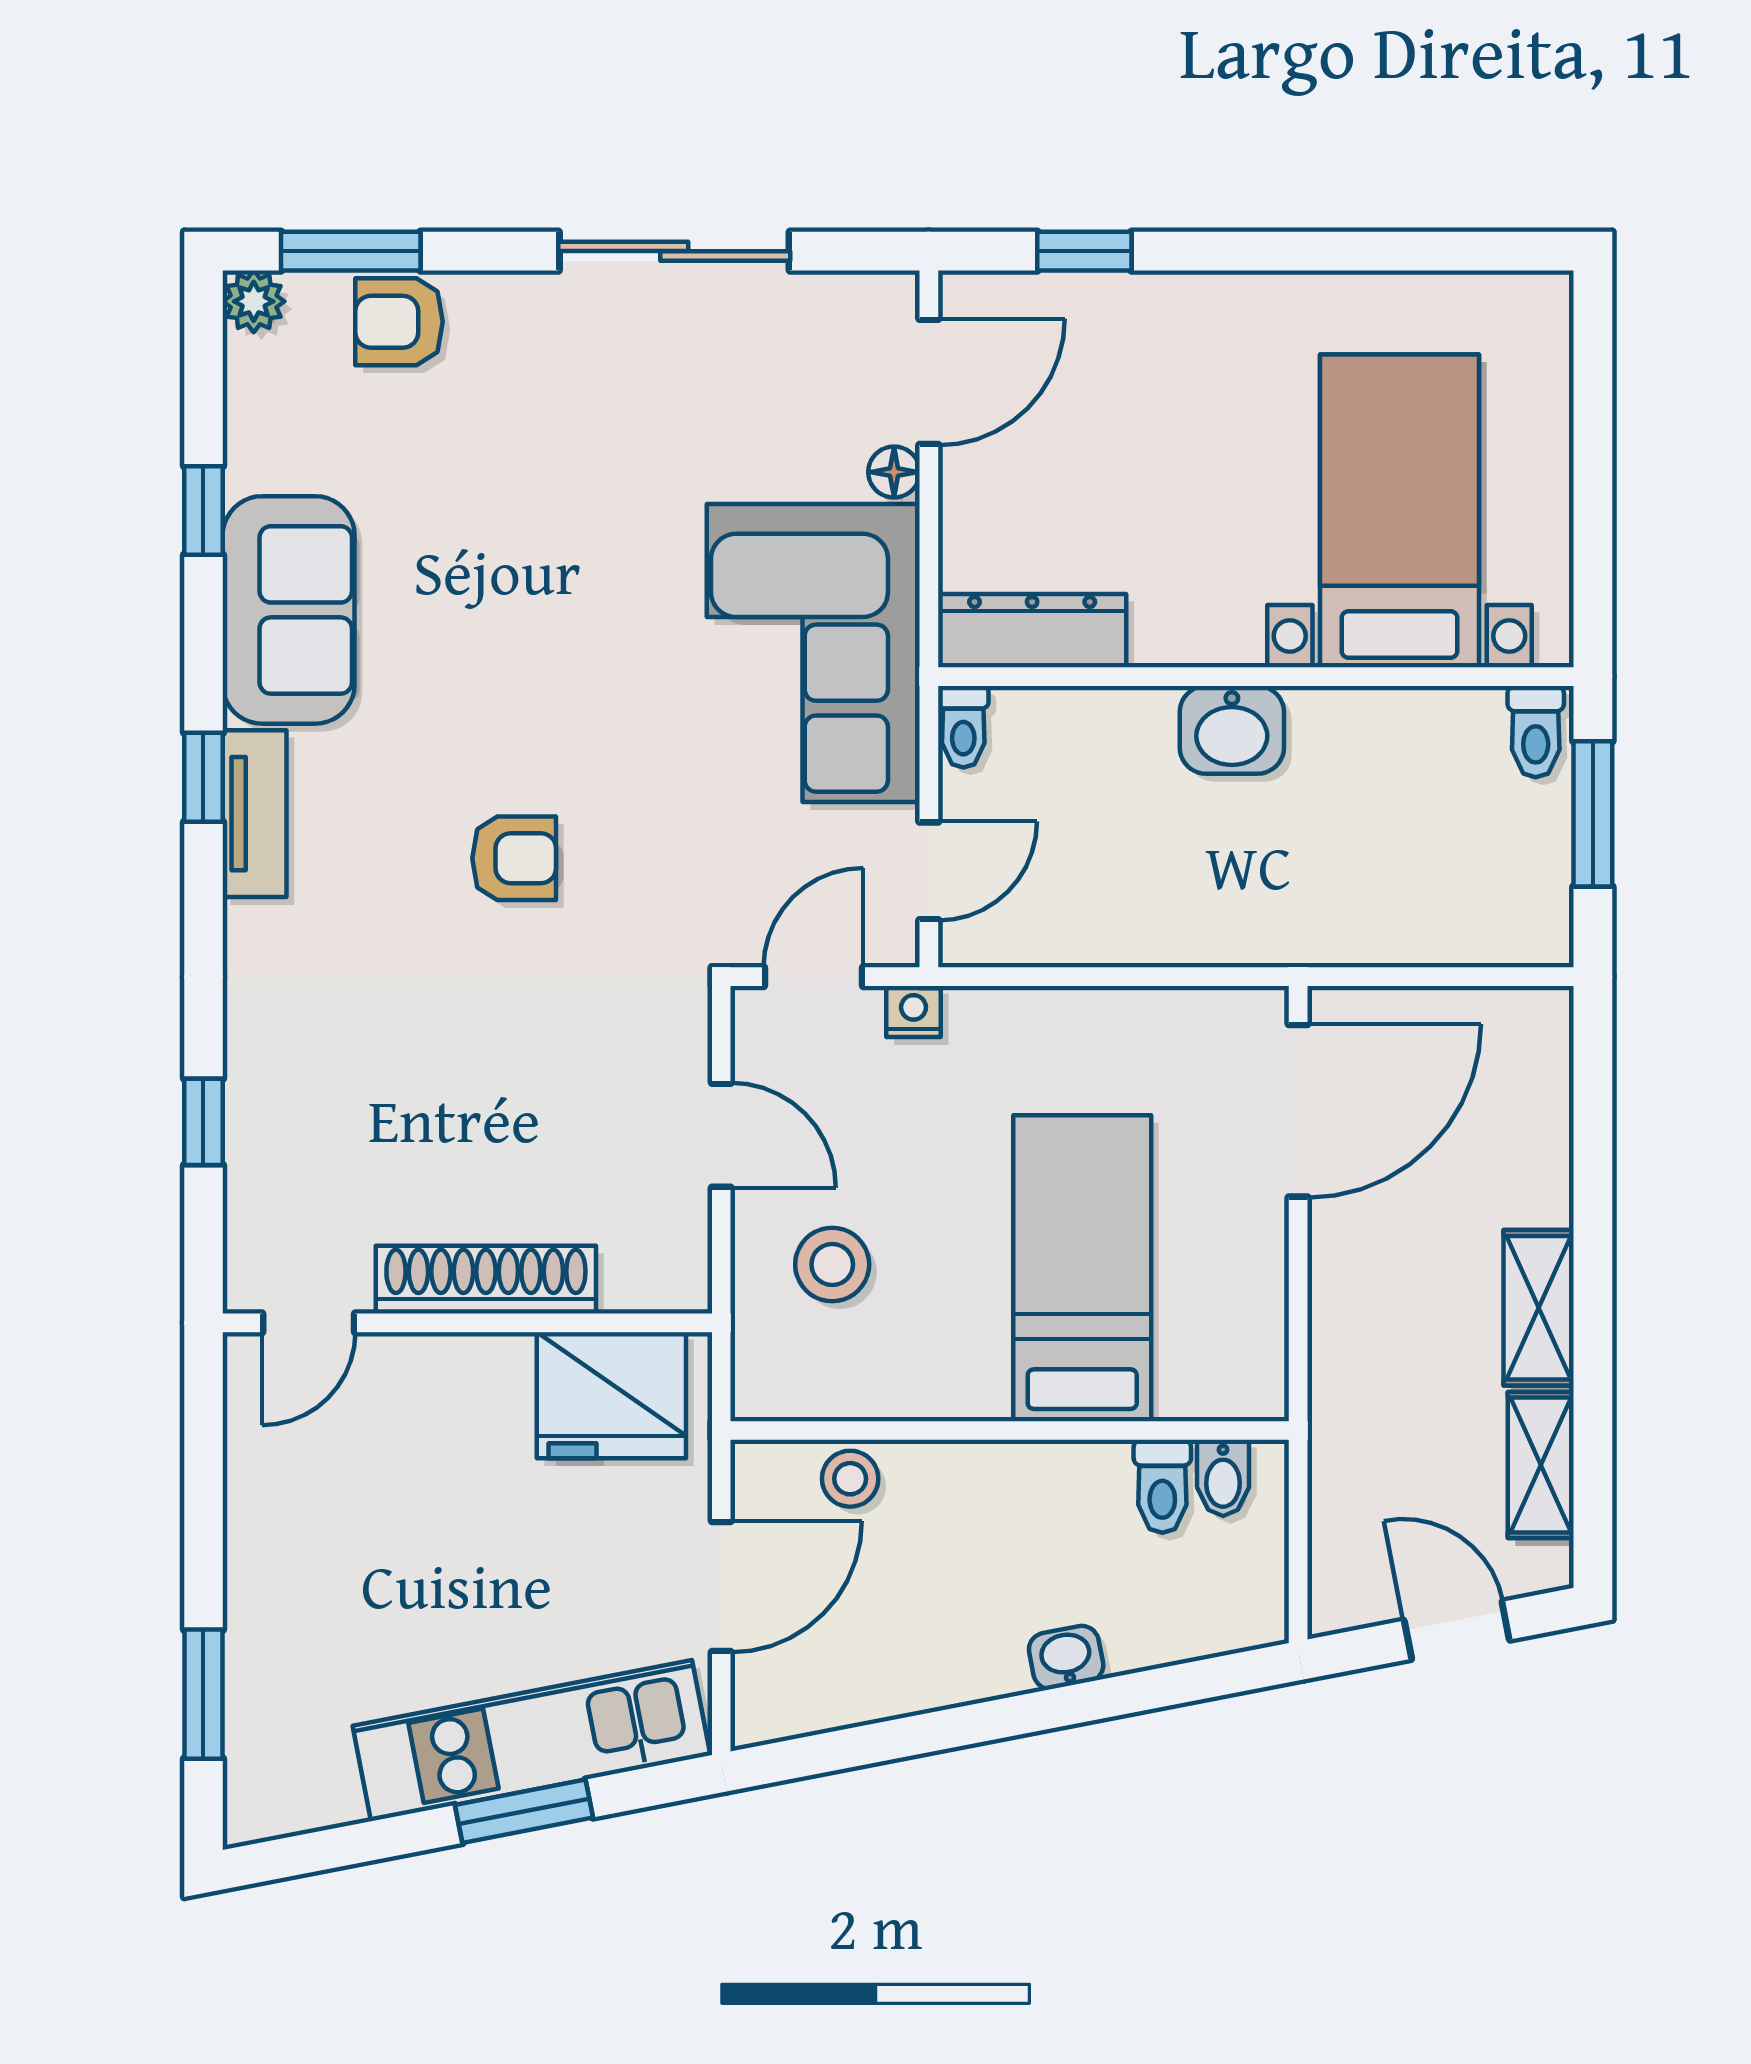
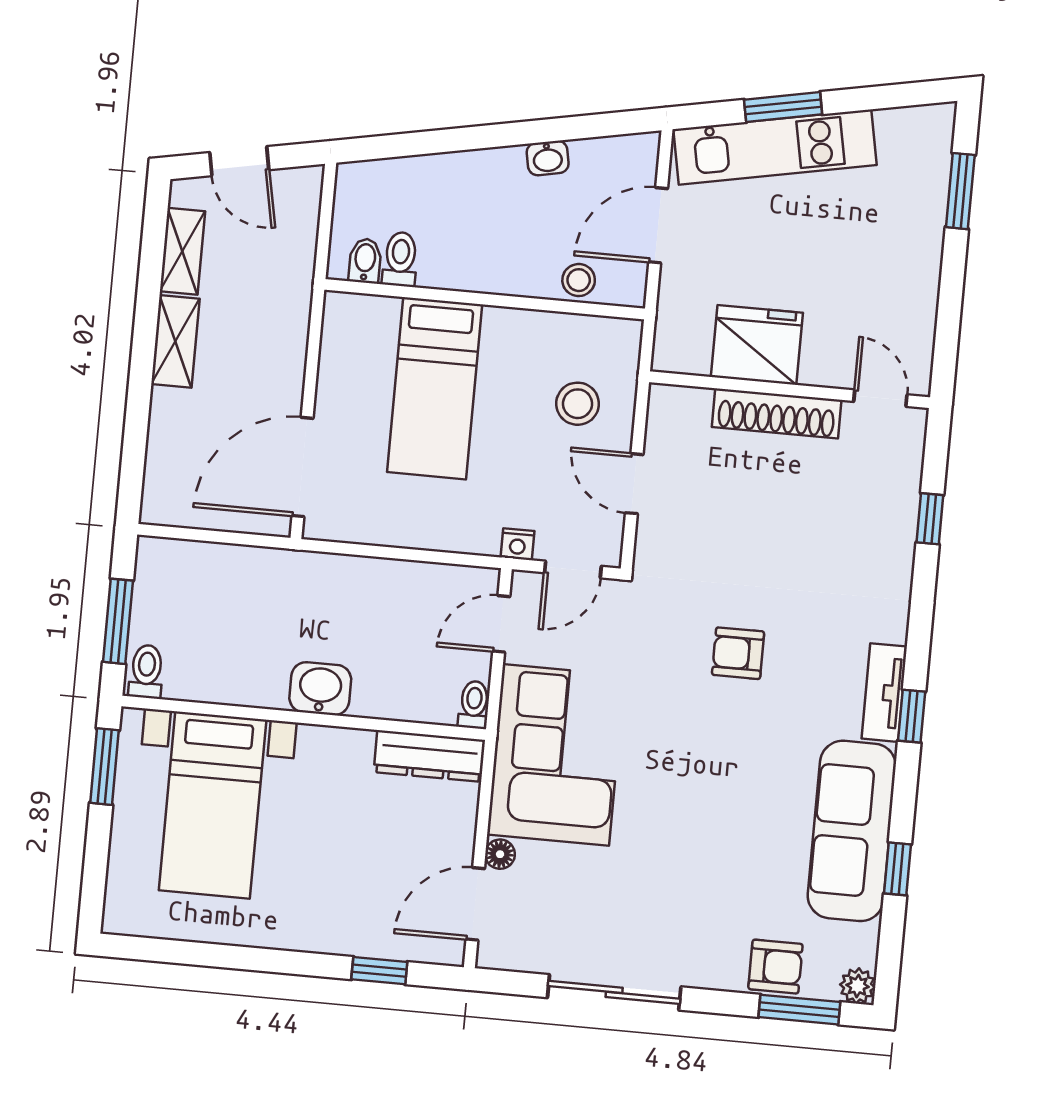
window: (1593, 560) -> (105, 767), added
sofa: (289, 610) -> (852, 831), width x1.36
door: (309, 1323) -> (880, 398), hinge flipped
fridge: (611, 1395) -> (757, 345), moved
washbasin: (1066, 1657) -> (548, 158), moved

